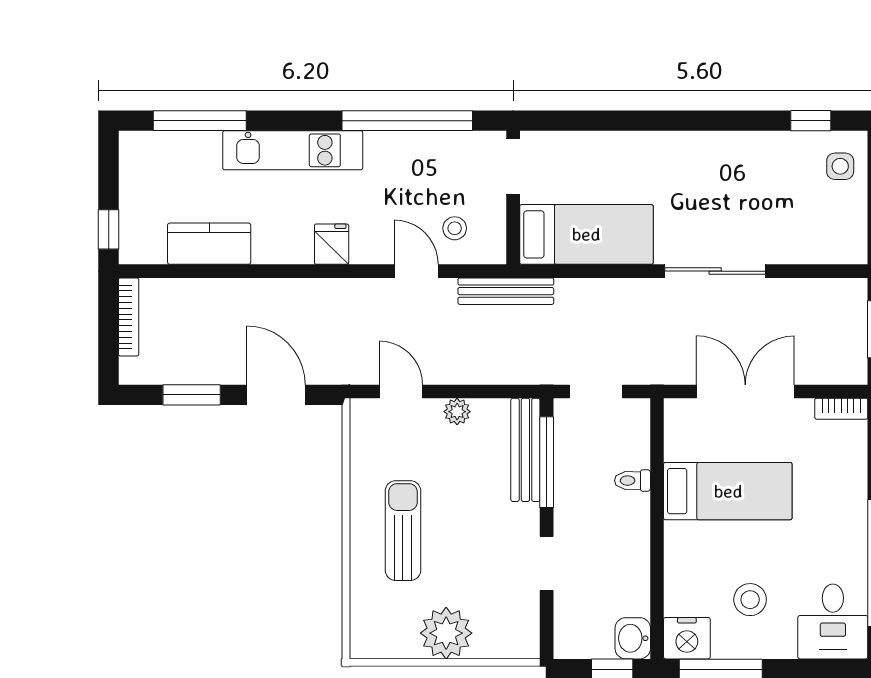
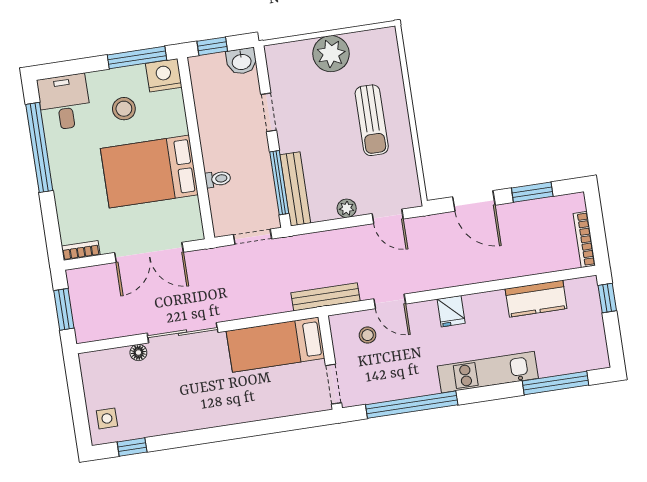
floor lamp: (782, 253) -> (138, 353), added
bed: (728, 491) -> (149, 172), width x1.50
washbasin: (633, 638) -> (242, 61), moved, turned 90

